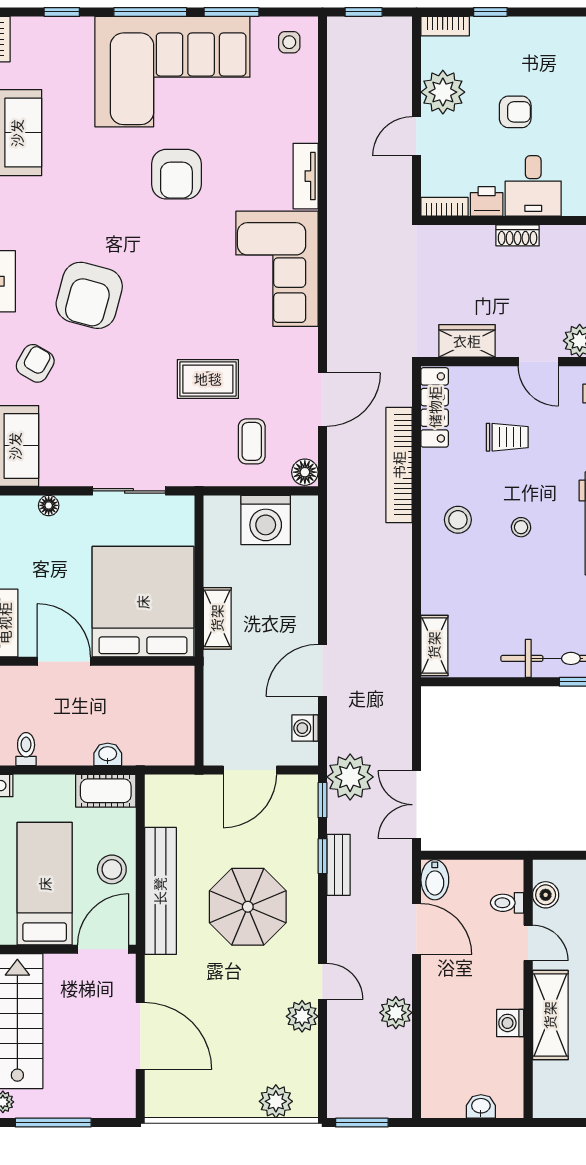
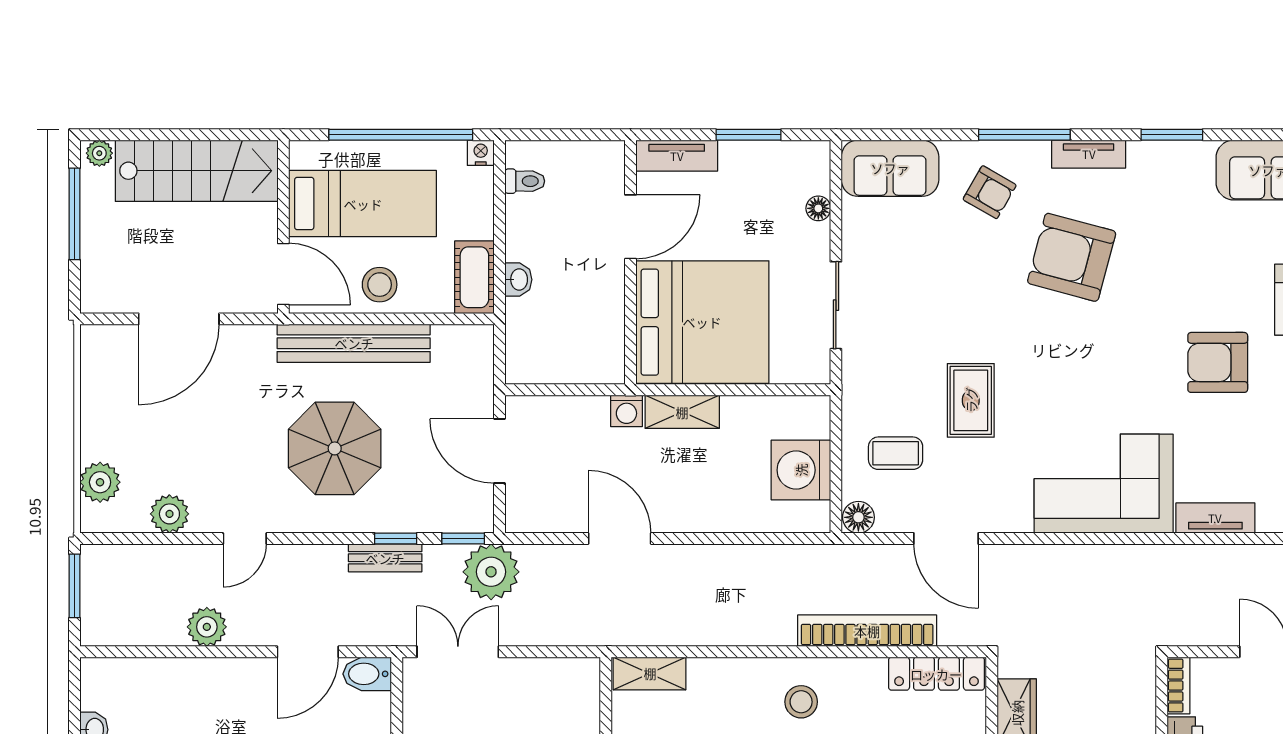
washing machine: (305, 728) -> (626, 411), moved, turned 180
plant: (302, 1016) -> (169, 514), moved

